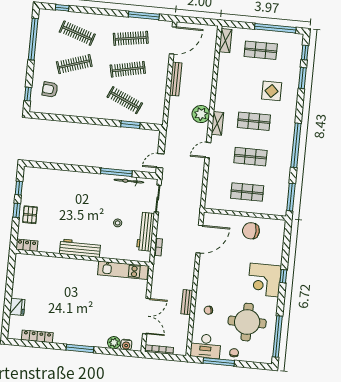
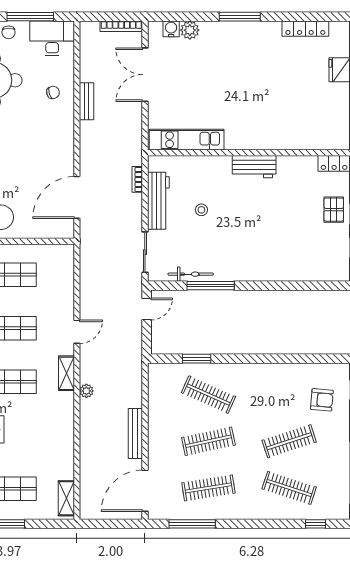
plant: (201, 114) -> (86, 391), width x0.53, depth x0.53
workbench: (80, 248) -> (254, 167), width x0.73

